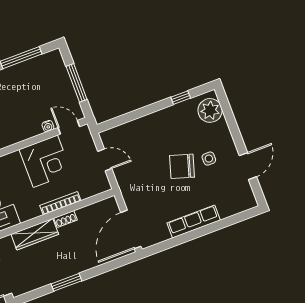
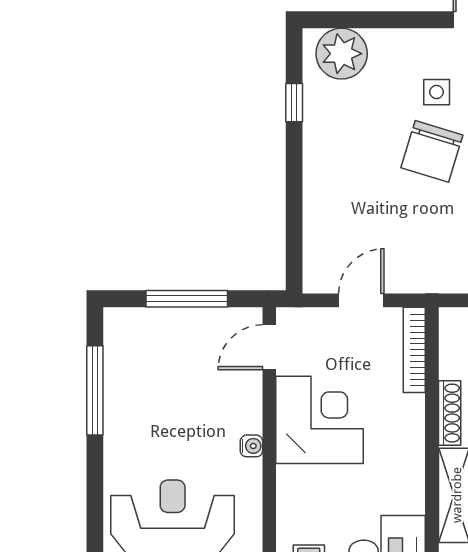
water cooler: (48, 126) -> (251, 446), moved
bookcase: (60, 203) -> (414, 350), moved
shoe rack: (65, 219) -> (450, 413), width x1.43

